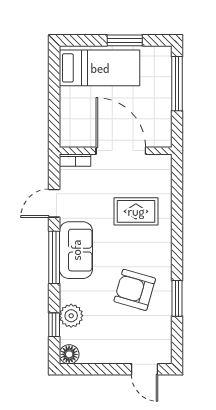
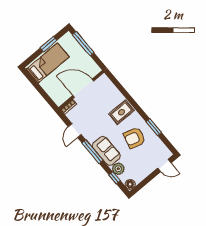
rug: (136, 211) -> (121, 112), moved
sofa: (76, 250) -> (106, 151), moved

